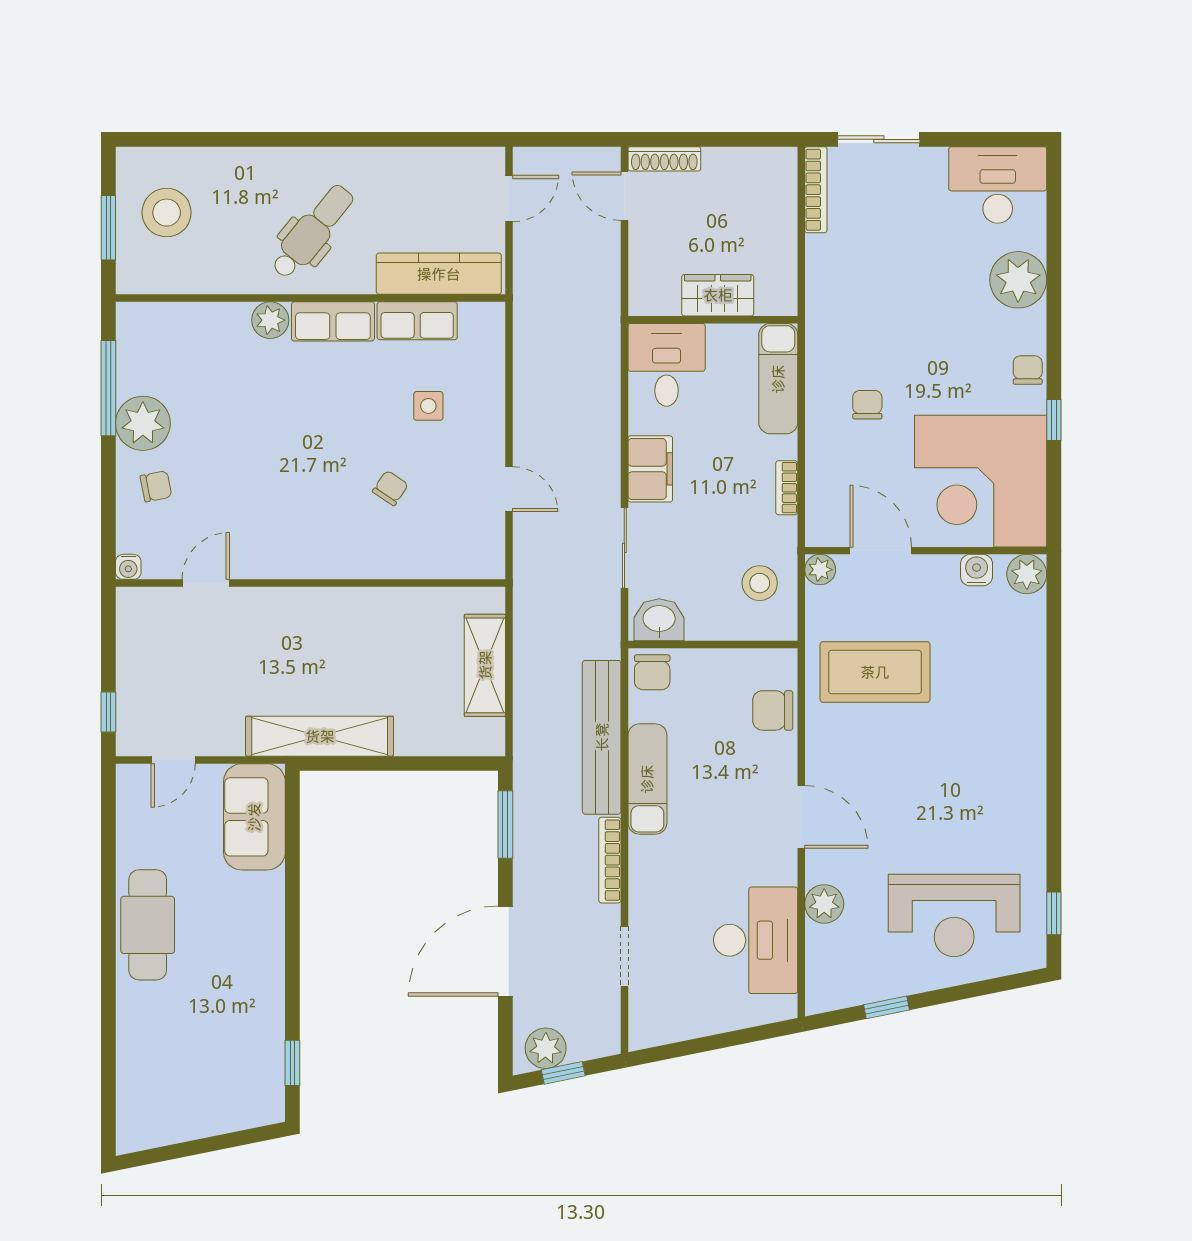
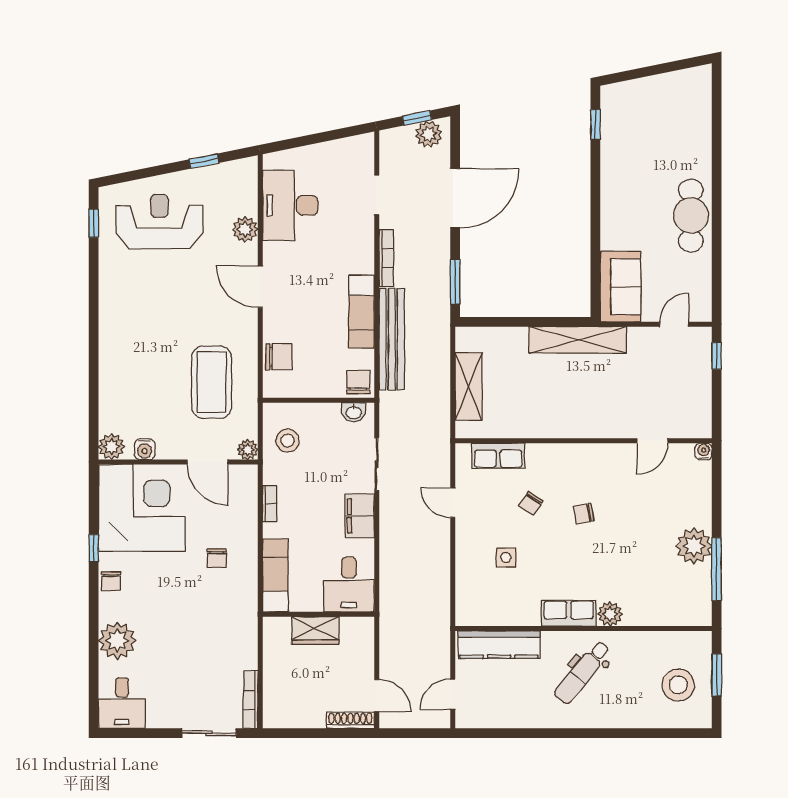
desk: (998, 185) -> (122, 703), width x0.73
row of seats: (417, 321) -> (498, 456), moved, turned 180
chair: (156, 486) -> (584, 514), moved
washbasin: (659, 620) -> (354, 412), width x0.72, depth x0.69
coffee table: (875, 672) -> (212, 382), turned 90

